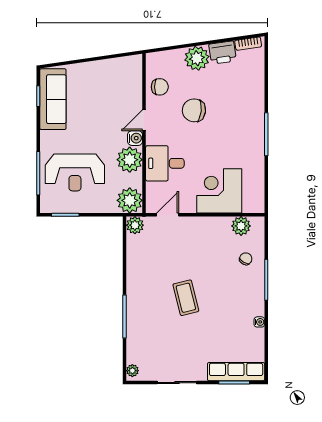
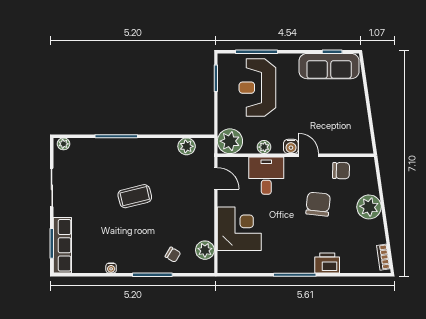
printer: (223, 53) -> (327, 263), moved, turned 98
chair: (160, 87) -> (341, 171), turned -89
plant: (130, 160) -> (264, 147), width x0.53, depth x0.53
plant: (135, 225) -> (187, 146), moved

